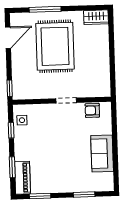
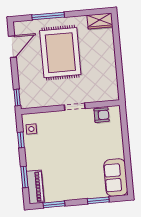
armchair: (92, 110) -> (102, 115), turned 180
sofa: (102, 154) -> (116, 178), moved

